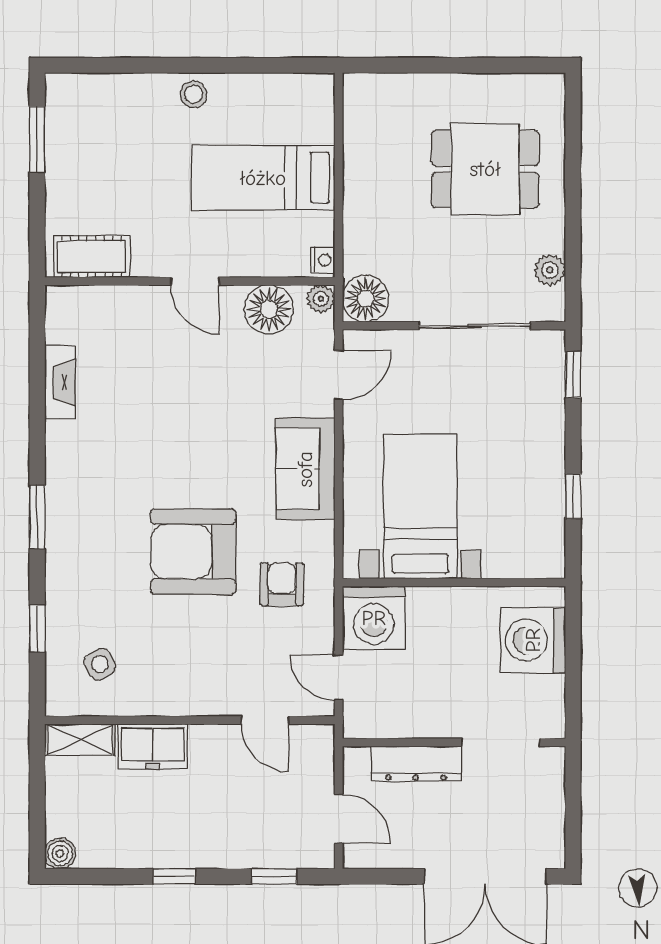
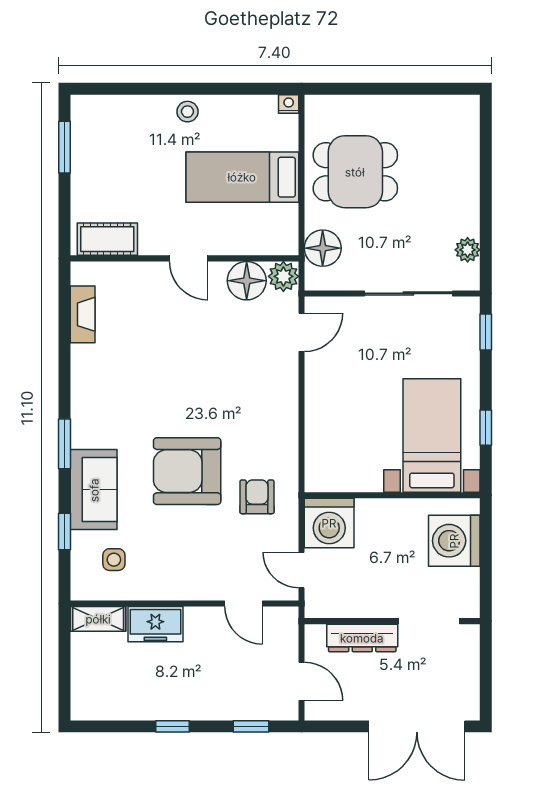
dining table: (485, 169) -> (355, 172), moved
nightstand: (323, 260) -> (289, 104), moved, turned -90
plant: (321, 299) -> (283, 276), width x1.38, depth x1.38
floor lamp: (366, 299) -> (323, 248), moved
fireplace: (60, 382) -> (83, 314), moved
sofa: (305, 469) -> (94, 490), moved, turned 180
bed with nightstands: (420, 506) -> (432, 436), moved
side table: (100, 664) -> (114, 560), turned 31
boiler: (60, 853) -> (83, 708), removed

